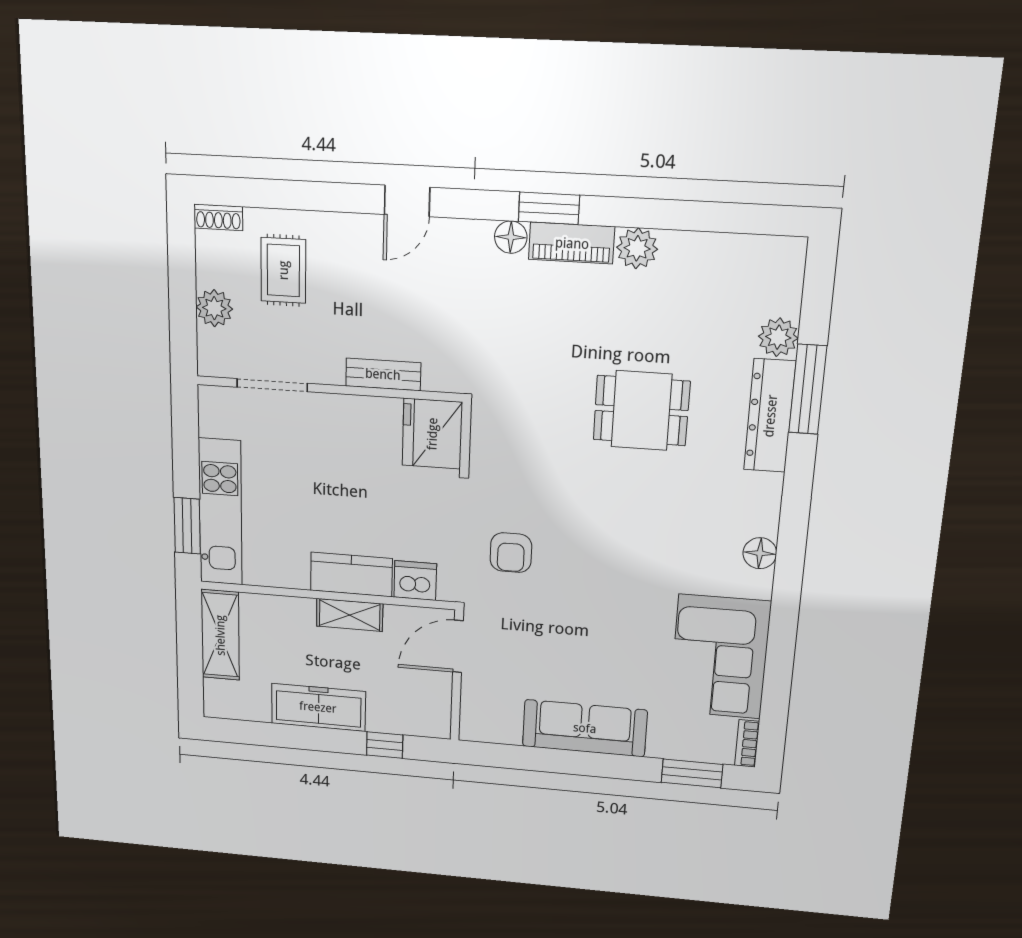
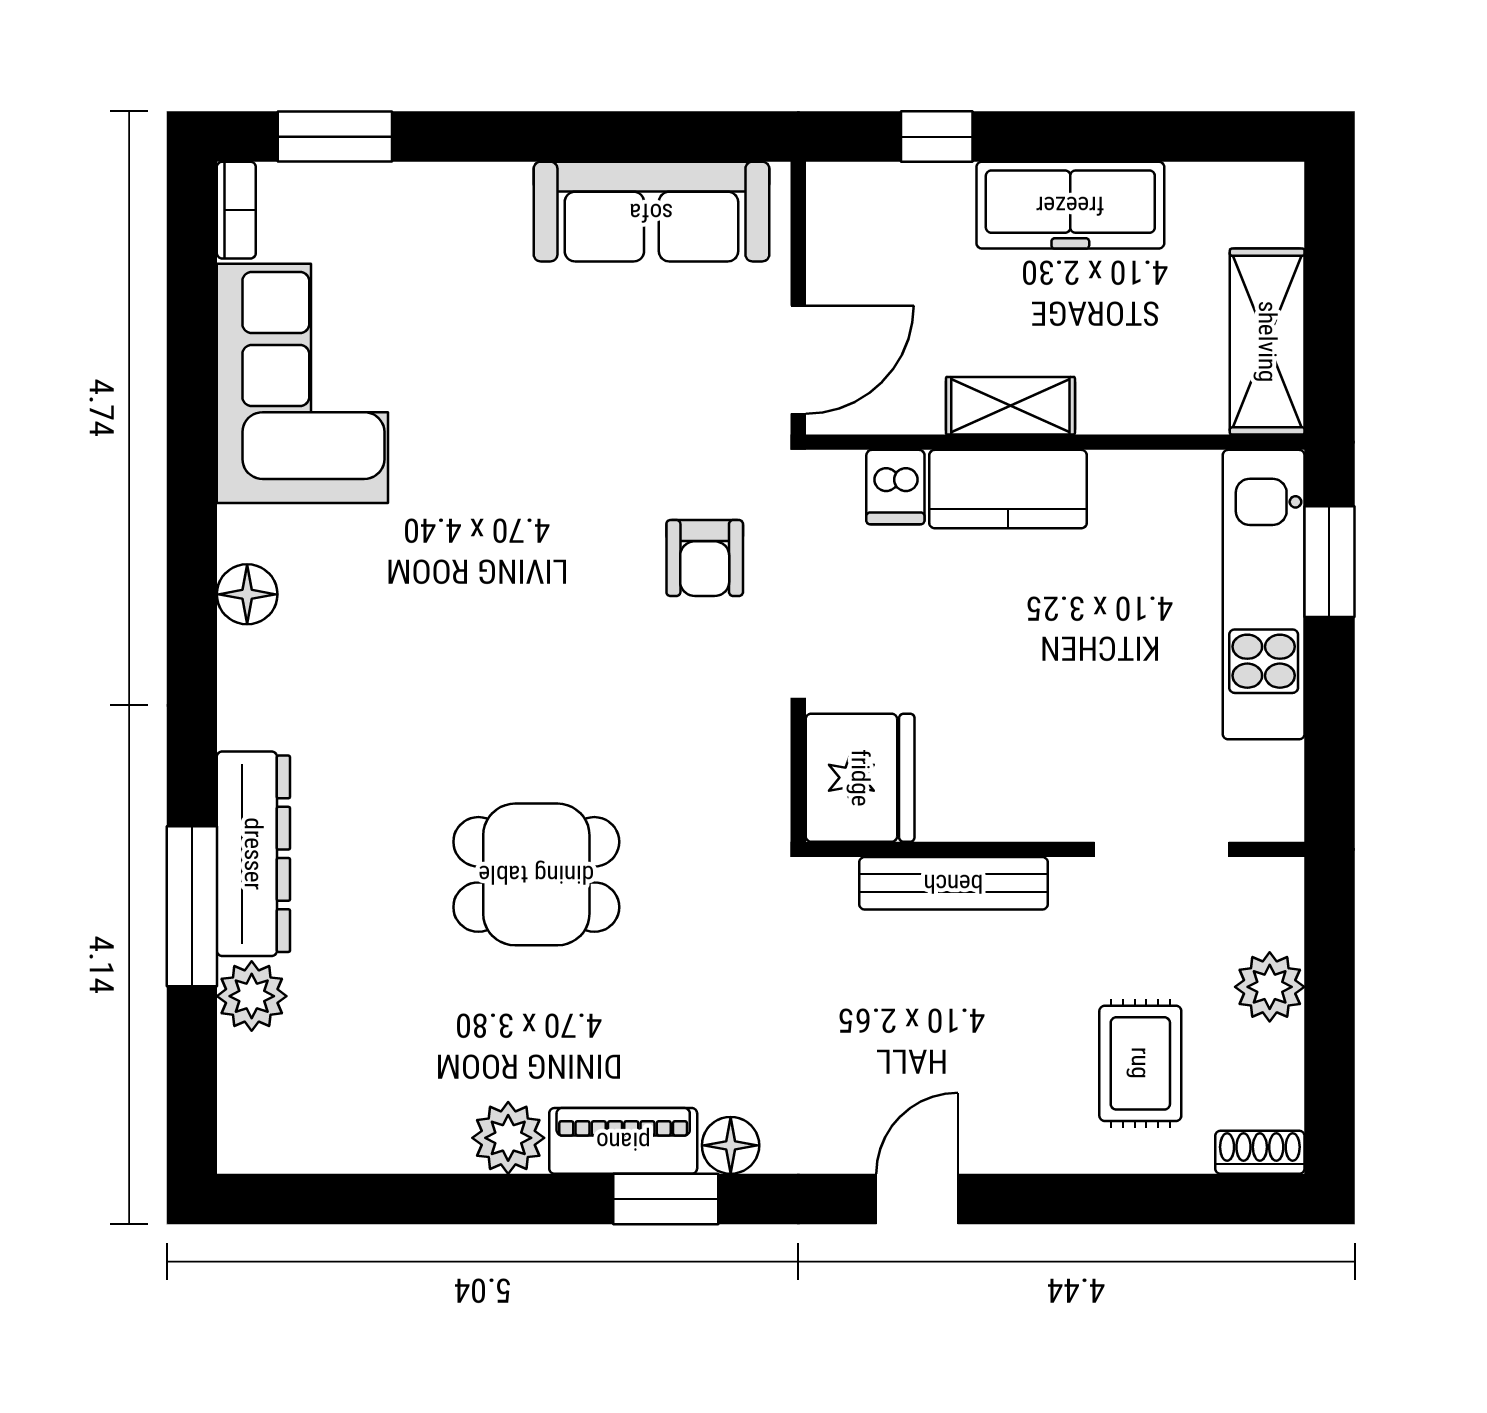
bench: (383, 374) -> (953, 883), width x1.36
dining table: (641, 411) -> (536, 874), moved
armchair: (511, 553) -> (705, 558), turned 180
dishwasher: (415, 581) -> (895, 487), width x0.73
sofa: (585, 728) -> (651, 212), moved

